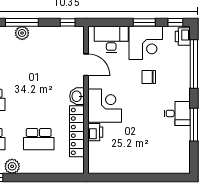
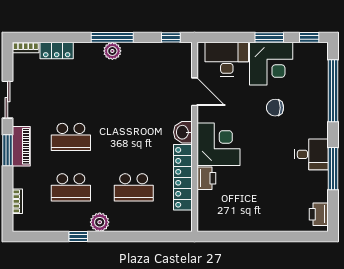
printer: (183, 37) -> (319, 214), moved

